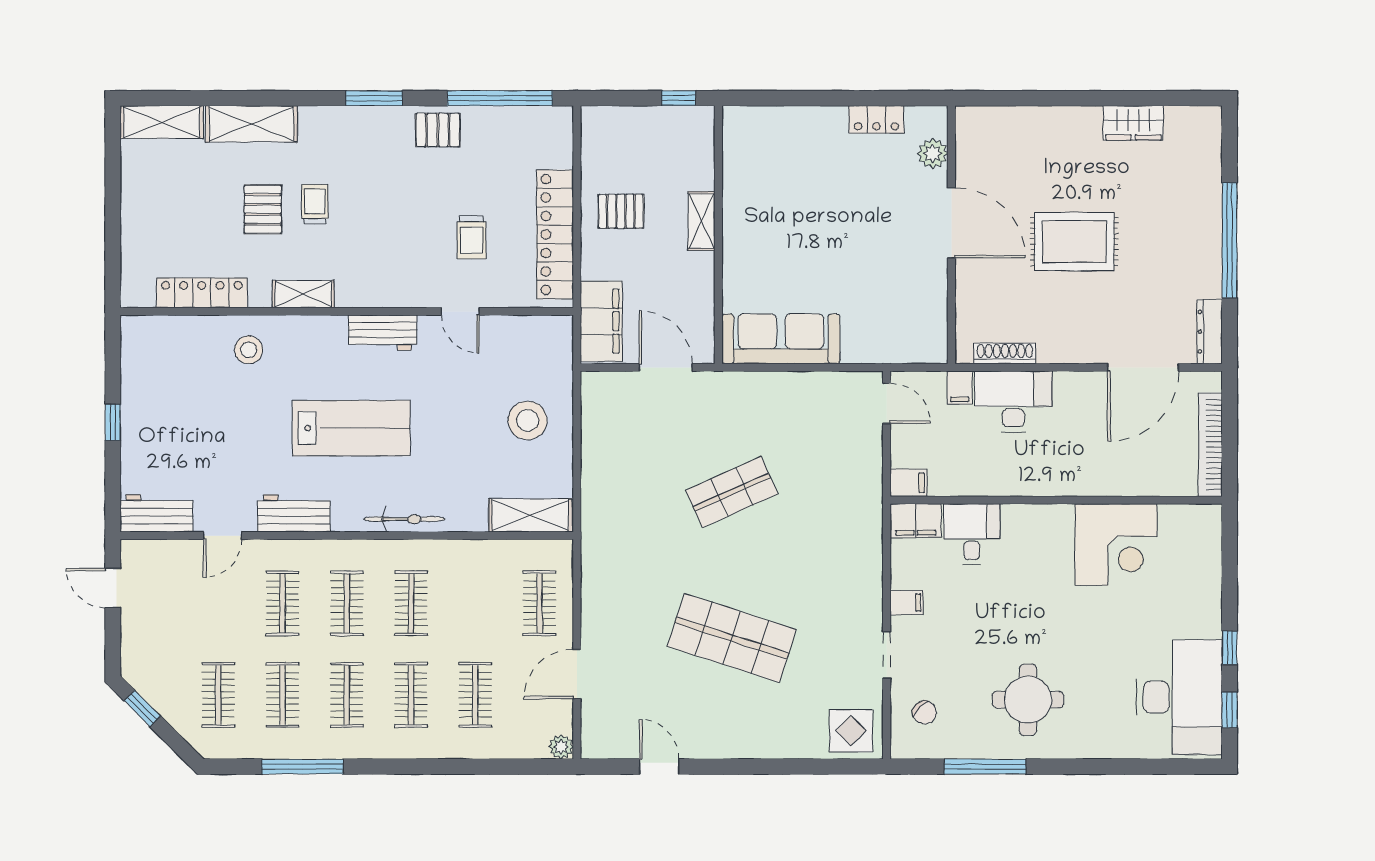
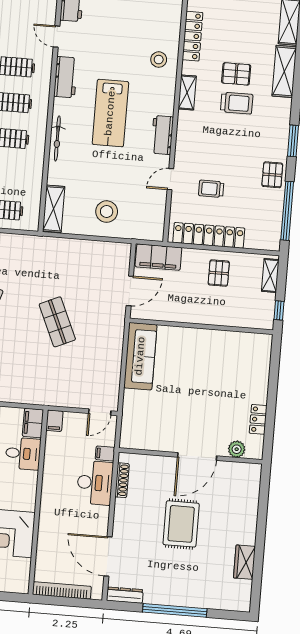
trolley: (315, 204) -> (237, 103), width x1.36, depth x1.39
shelving: (702, 221) -> (270, 276), moved, turned 90

